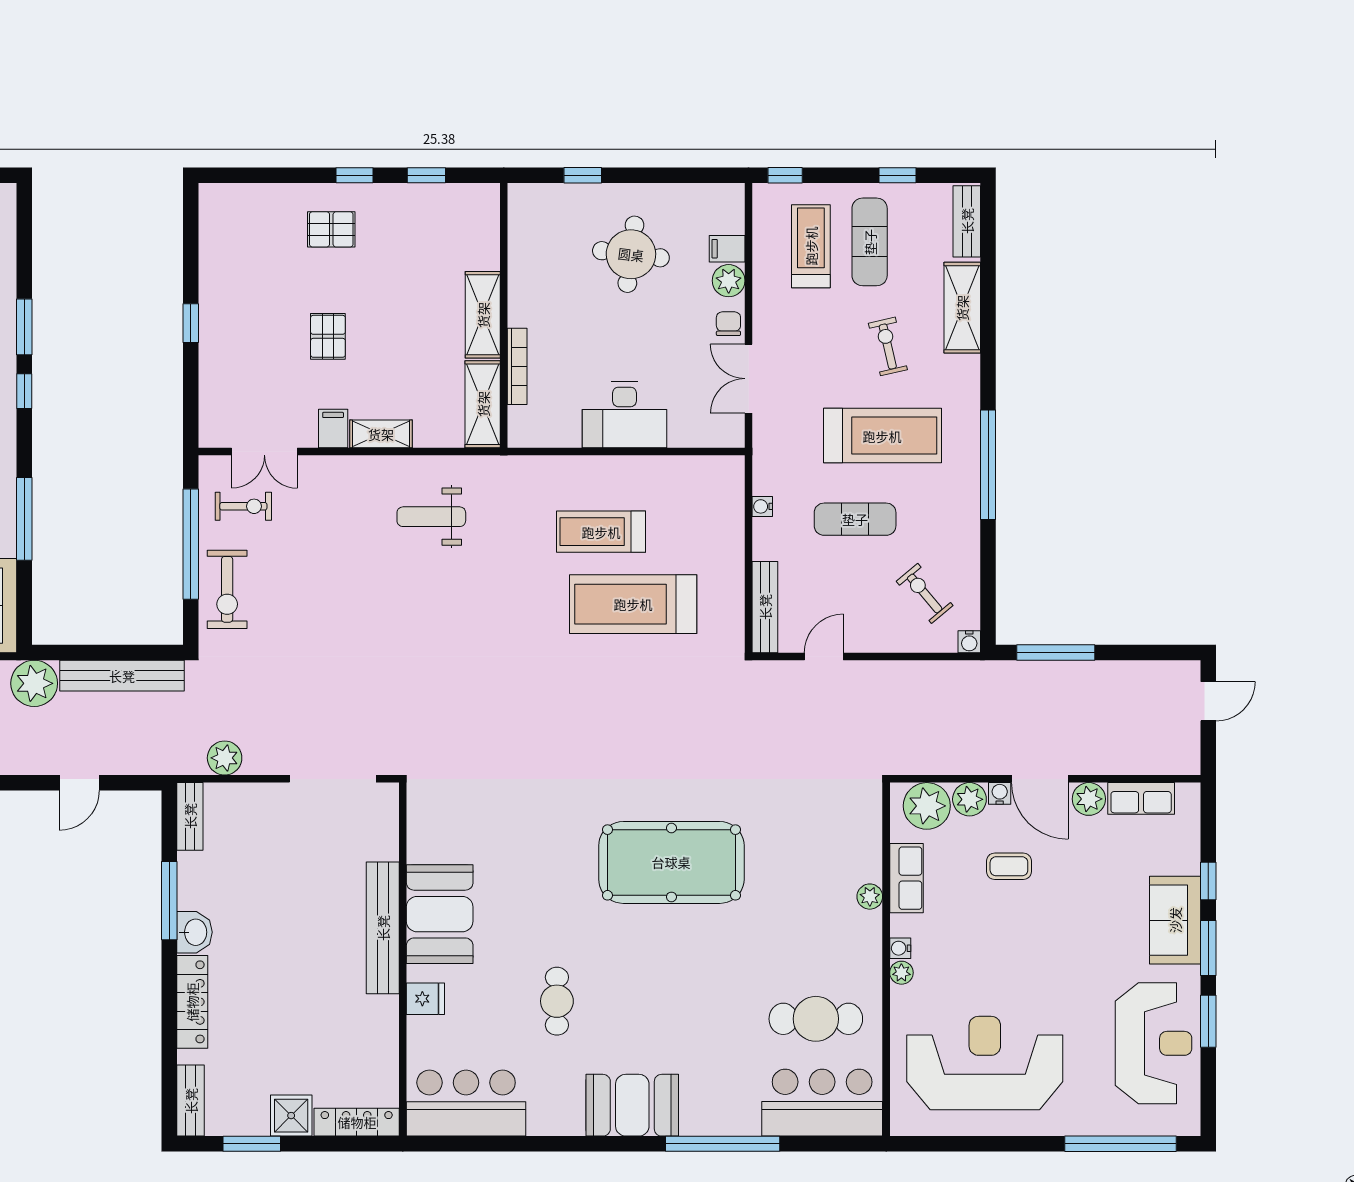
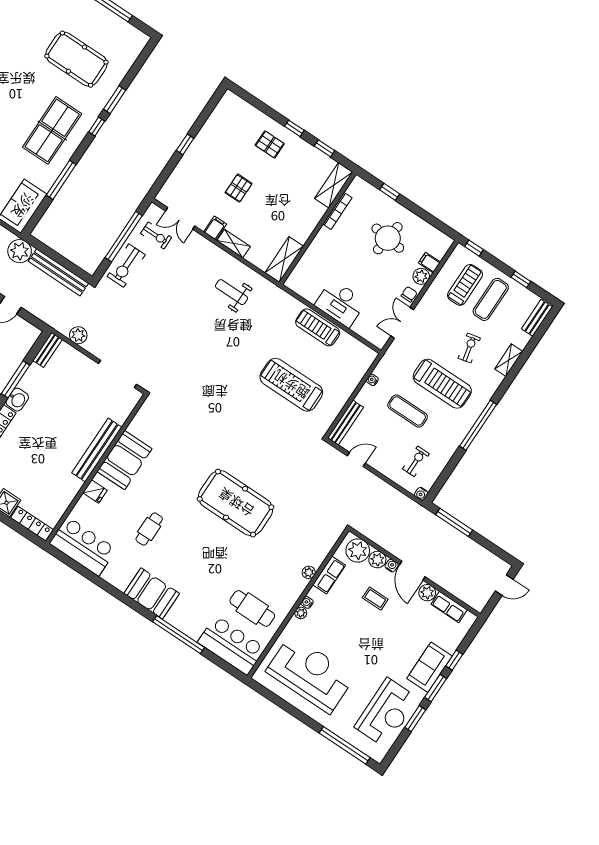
shelving: (962, 308) -> (509, 360), width x0.67, depth x0.75
shelving: (483, 315) -> (334, 185), moved
bookcase: (517, 366) -> (337, 211), moved
treadmill: (601, 532) -> (318, 327), moved
exercise bike: (925, 593) -> (416, 461), turned 40

